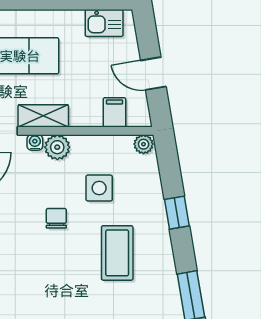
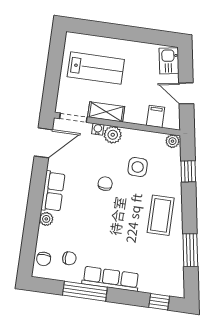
kitchen sink: (104, 23) -> (169, 61), moved, turned 80
window: (177, 213) -> (188, 171), moved
coffee table: (117, 253) -> (161, 215), moved

